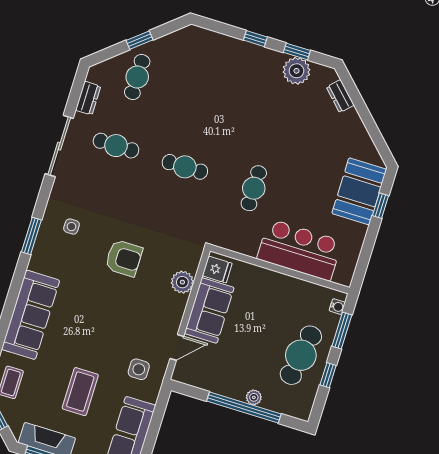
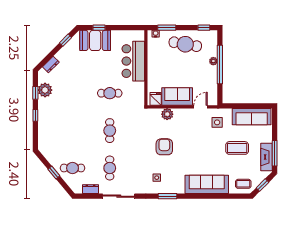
window: (377, 137) -> (65, 40), added
door: (177, 347) -> (200, 107), hinge flipped
window: (328, 375) -> (204, 28), moved

